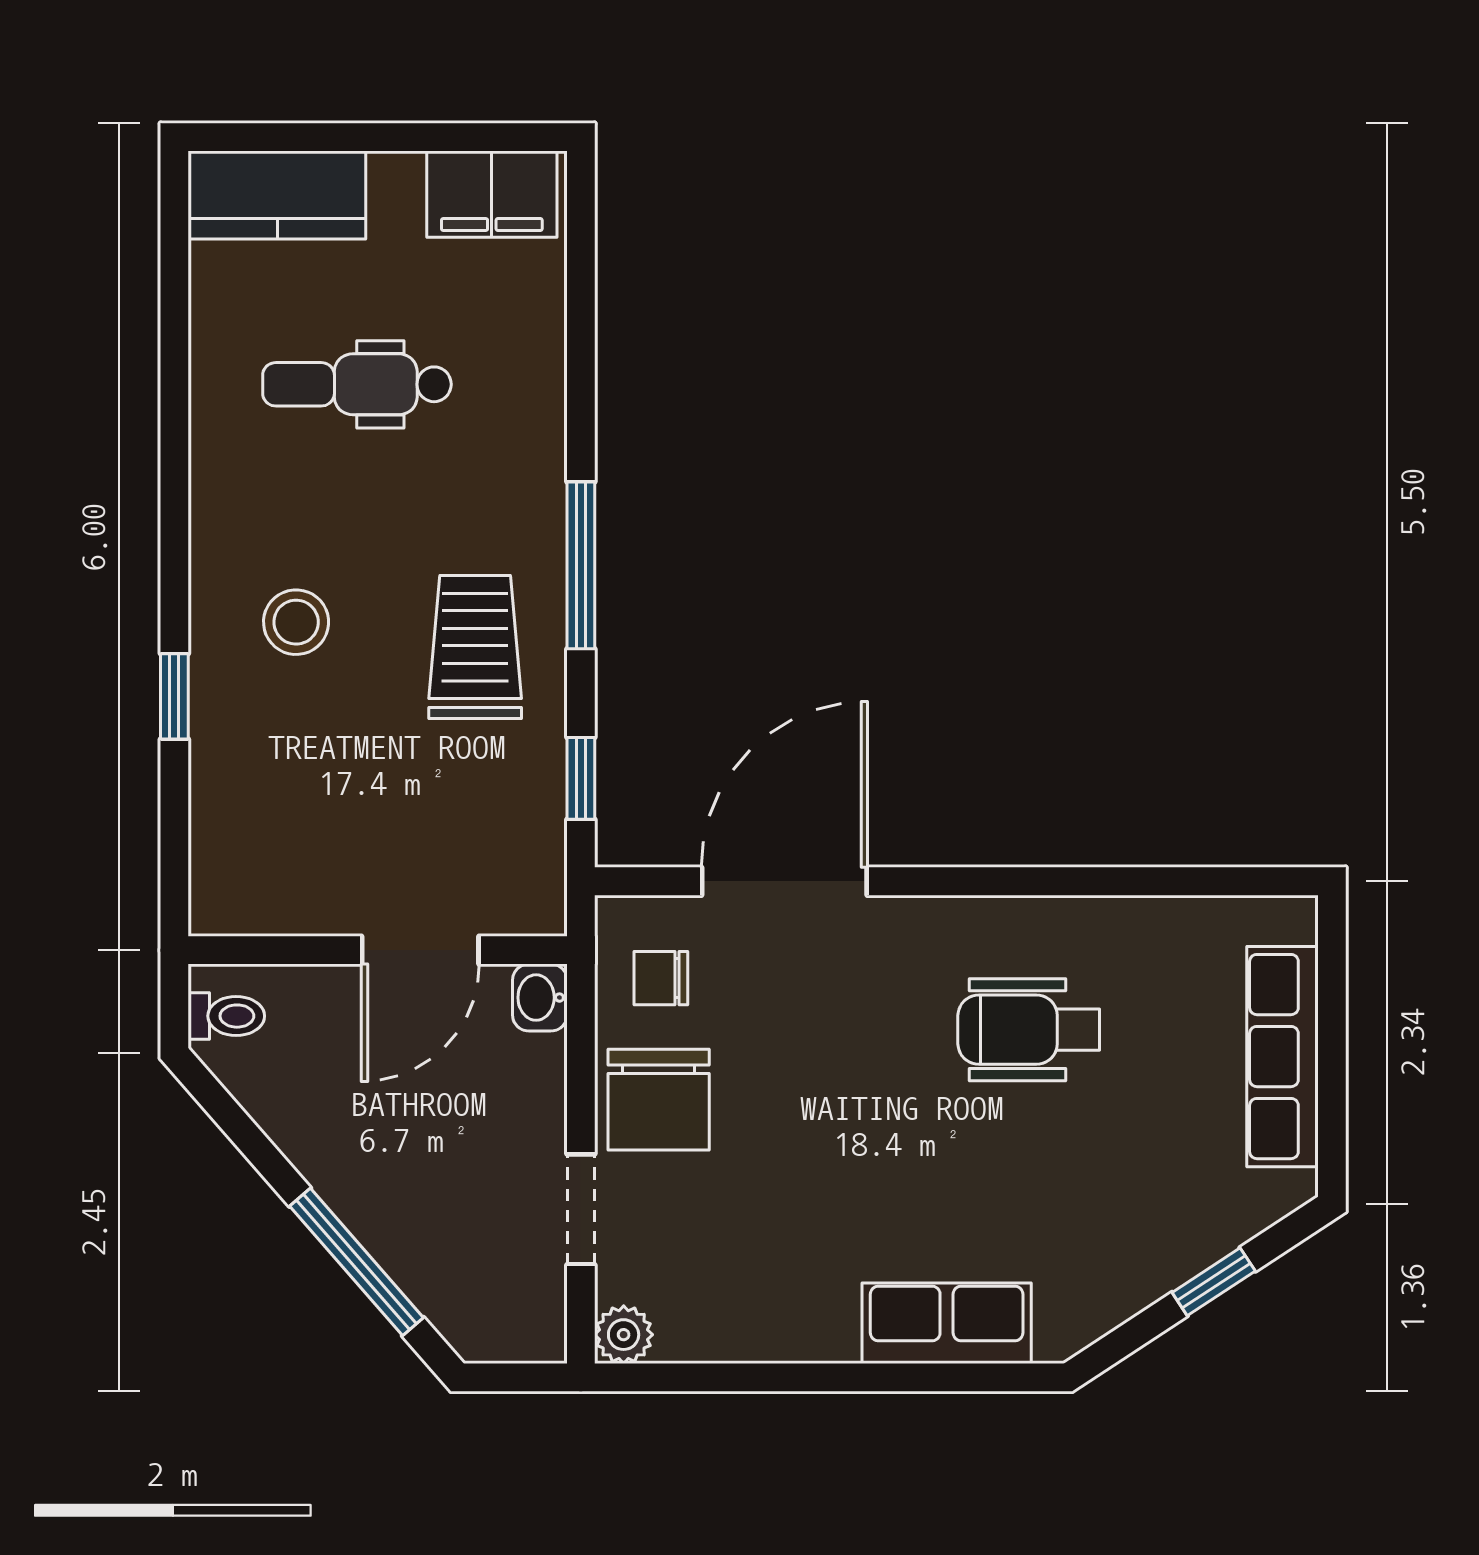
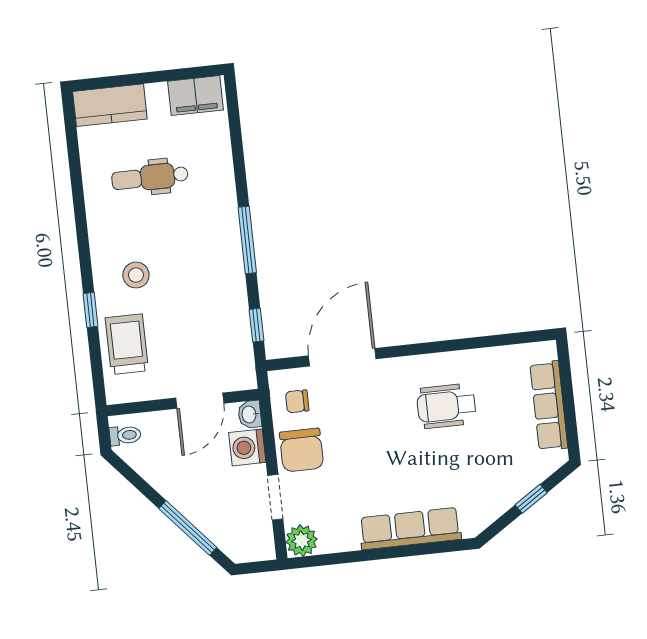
trolley: (475, 647) -> (127, 344), moved
washing machine: (525, 1079) -> (247, 447), added
row of seats: (947, 1323) -> (410, 529), width x1.48
plant: (624, 1335) -> (302, 541), width x1.38, depth x1.38

